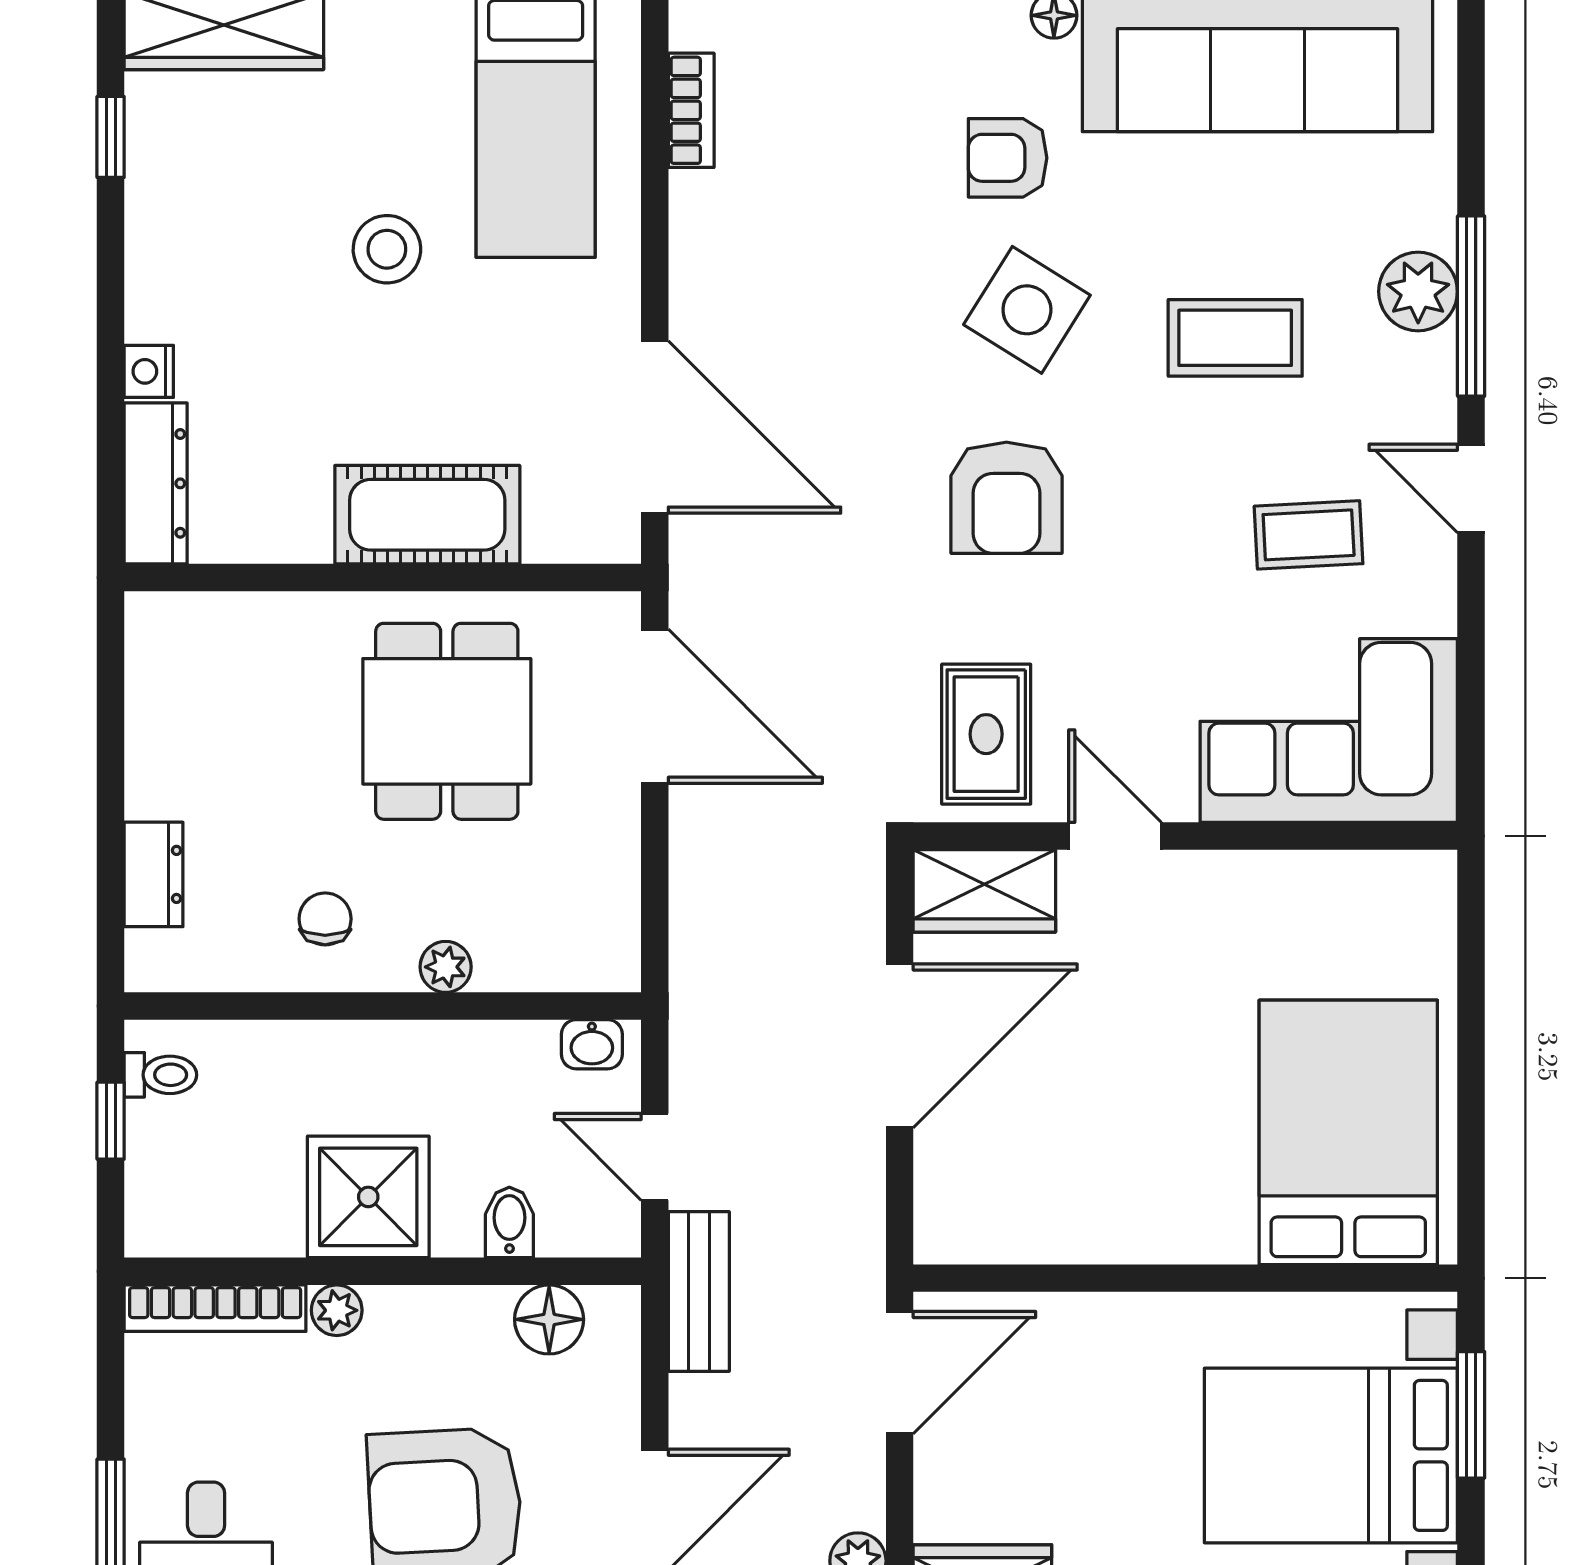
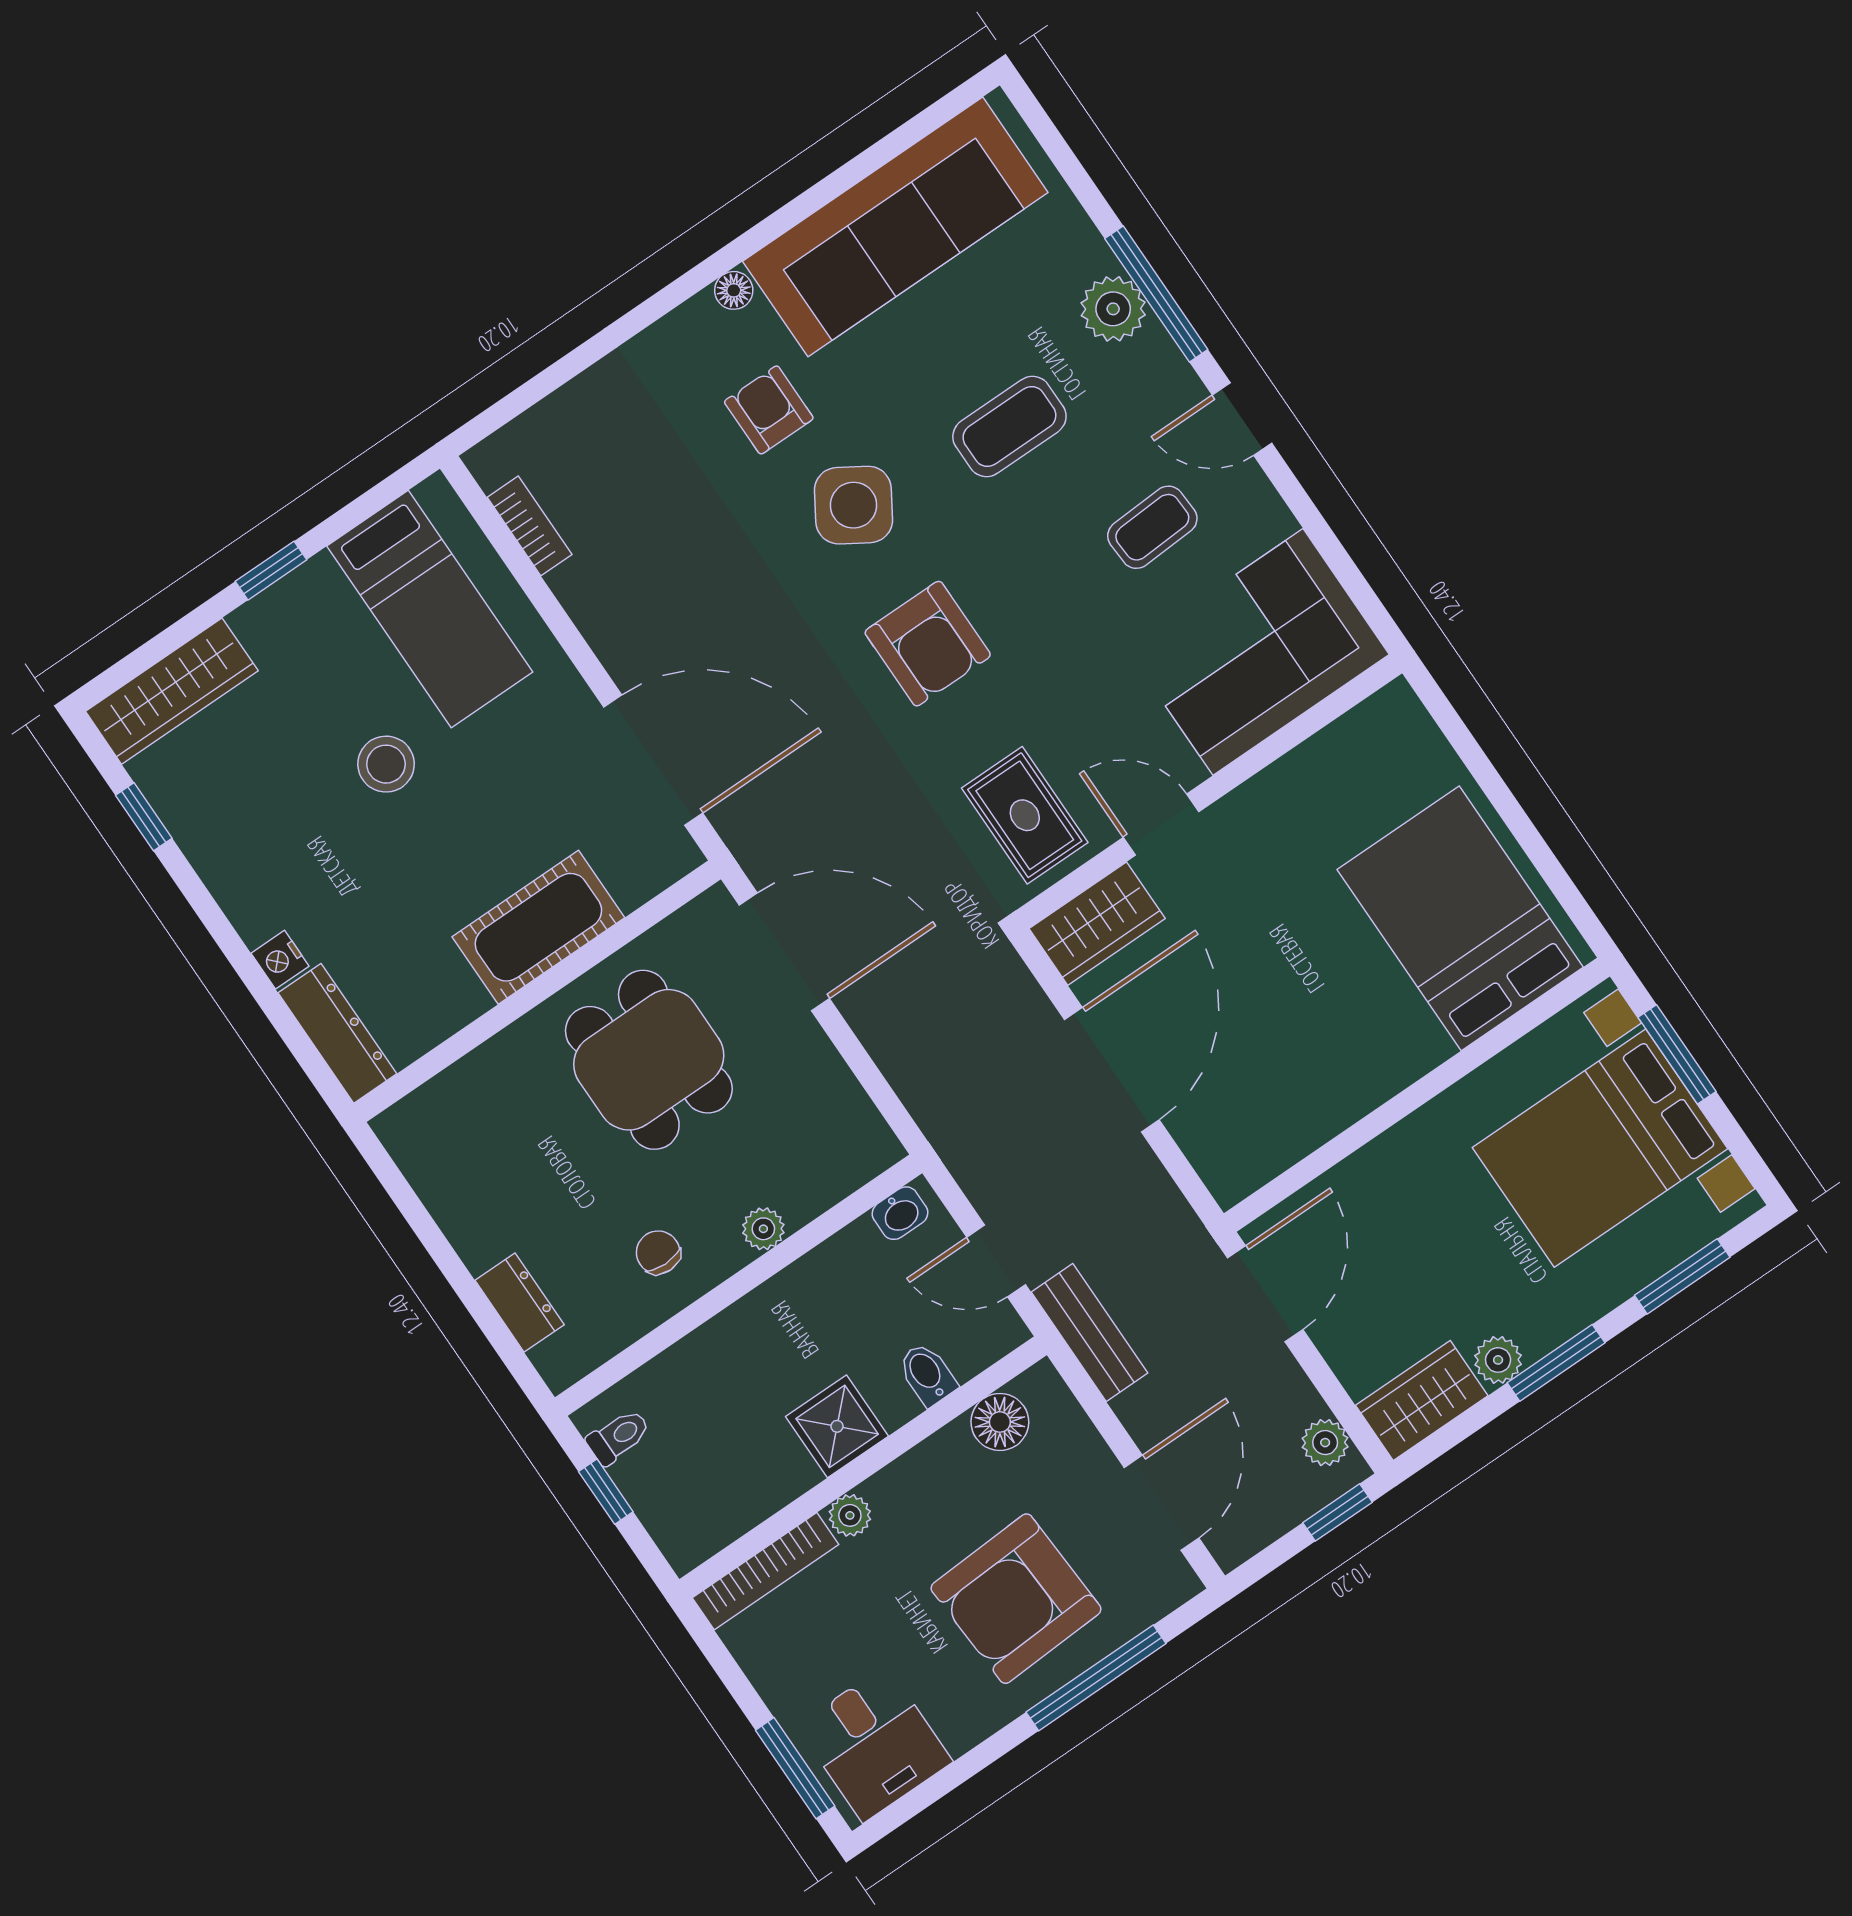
armchair: (1008, 158) -> (769, 410), turned 90
shower: (368, 1197) -> (837, 1426), width x0.73, depth x0.73

